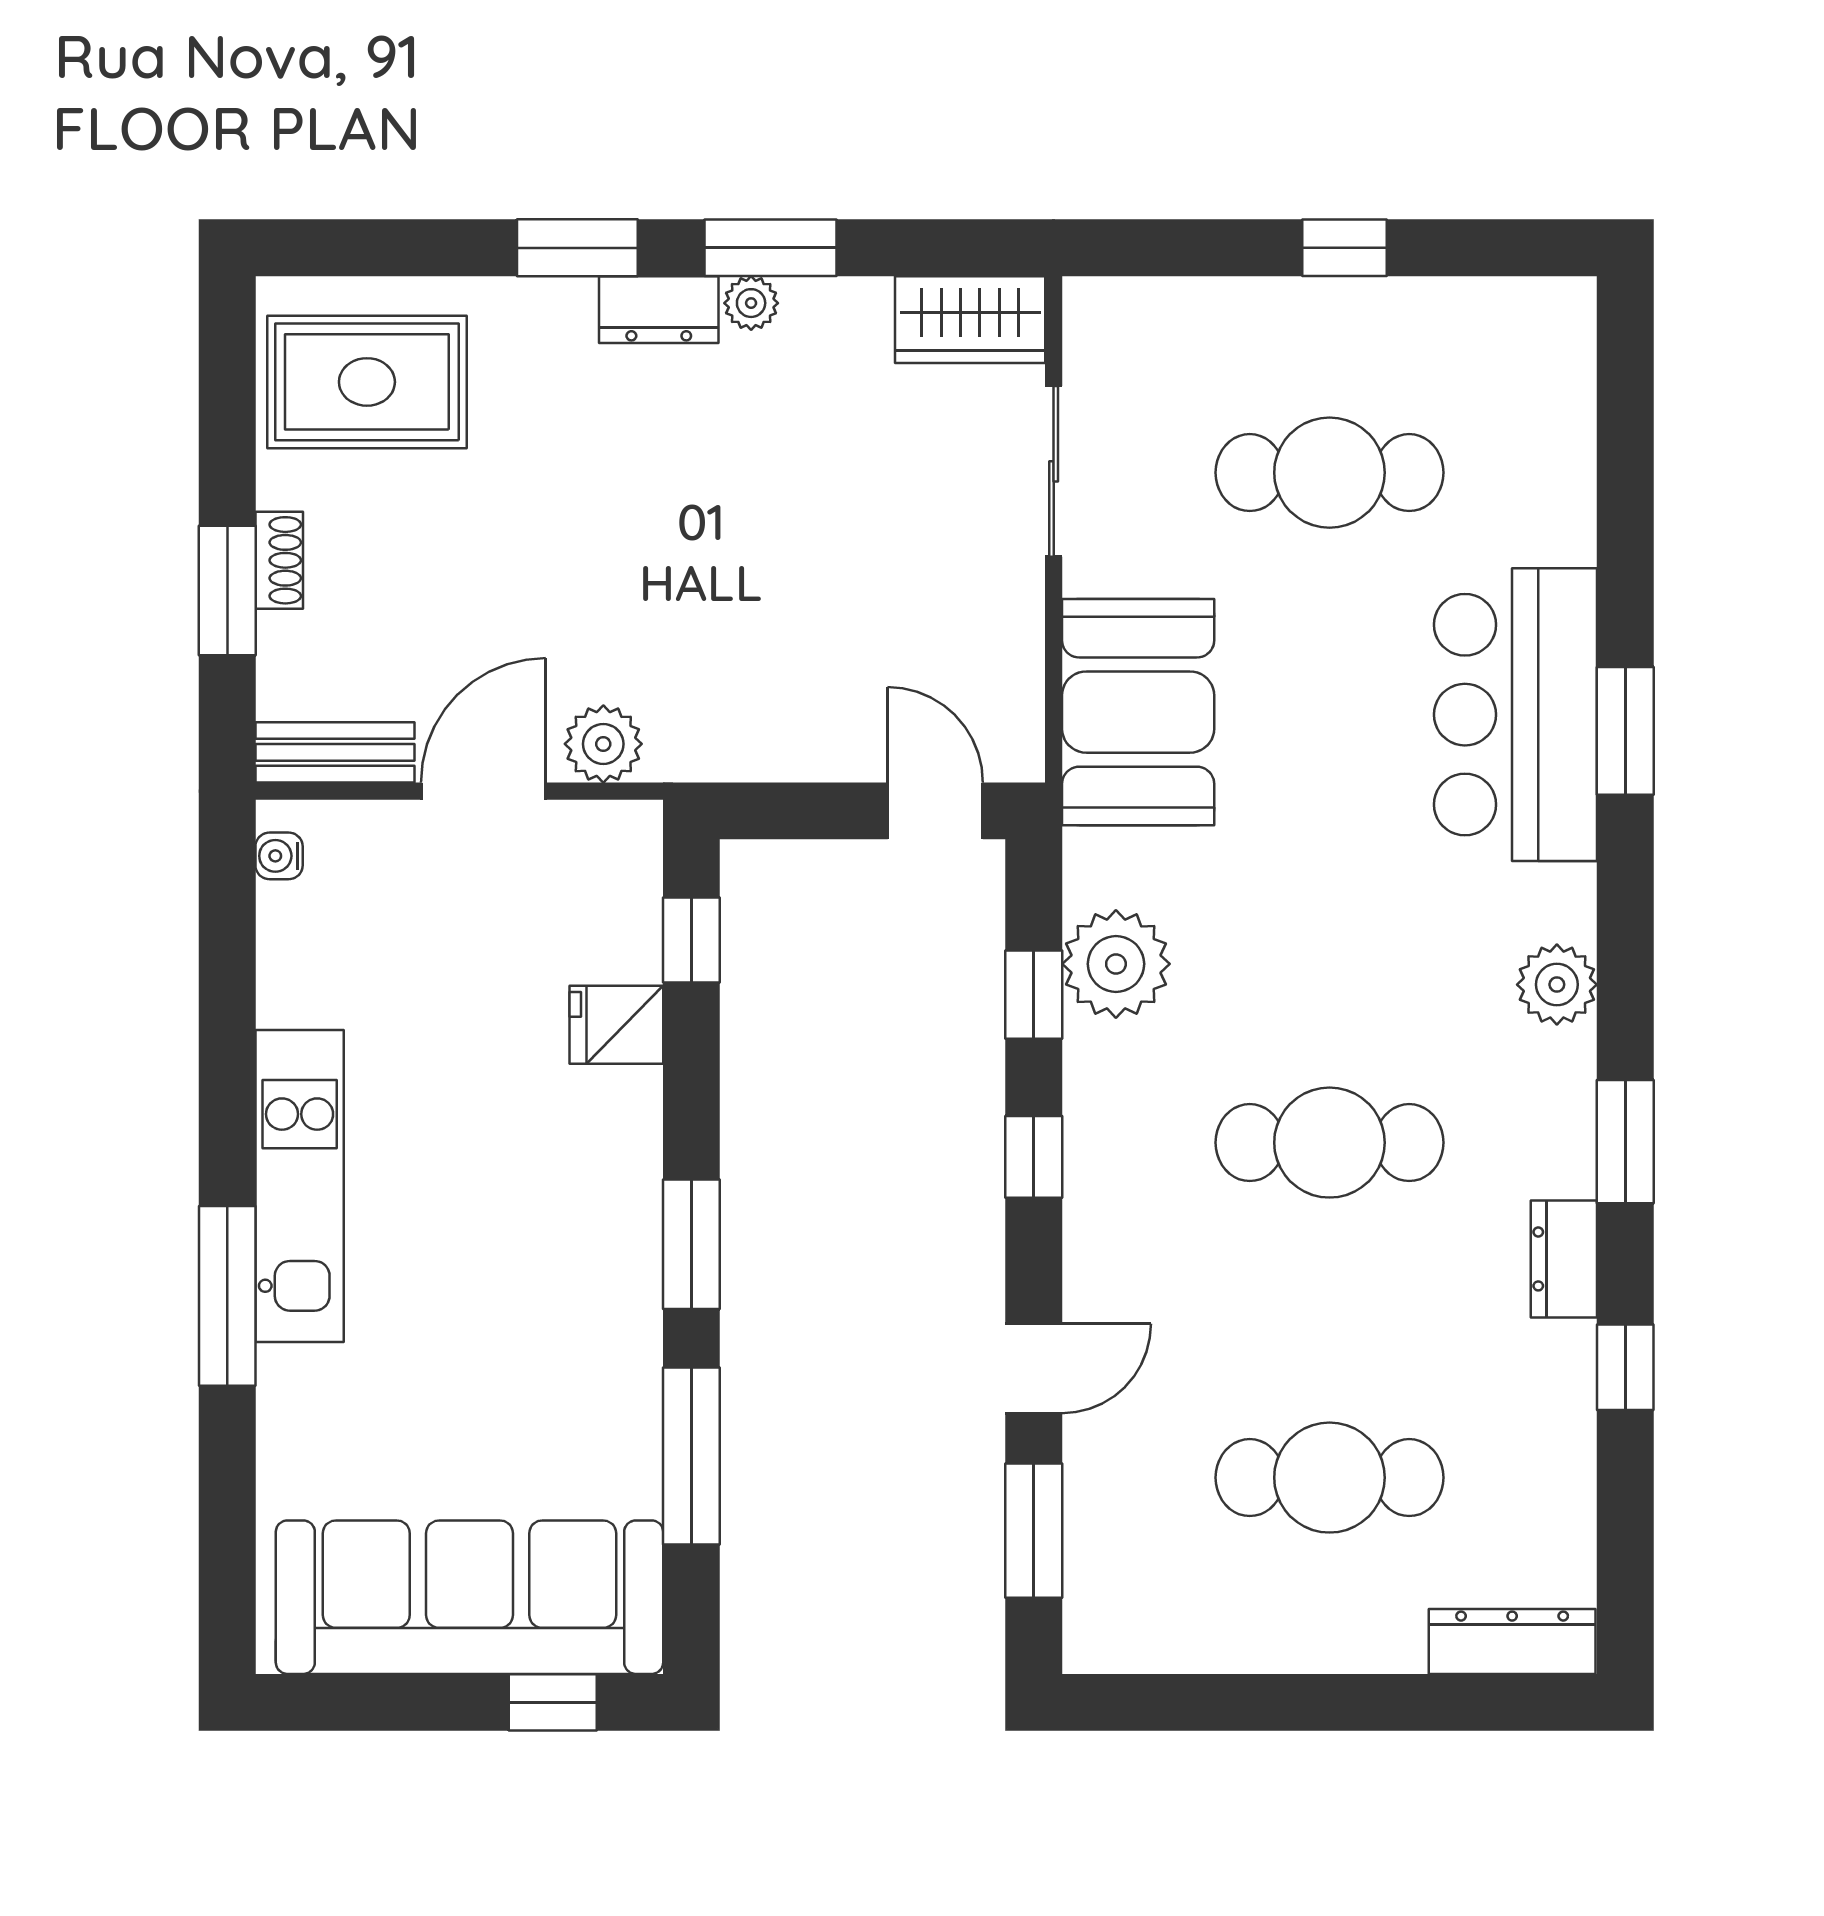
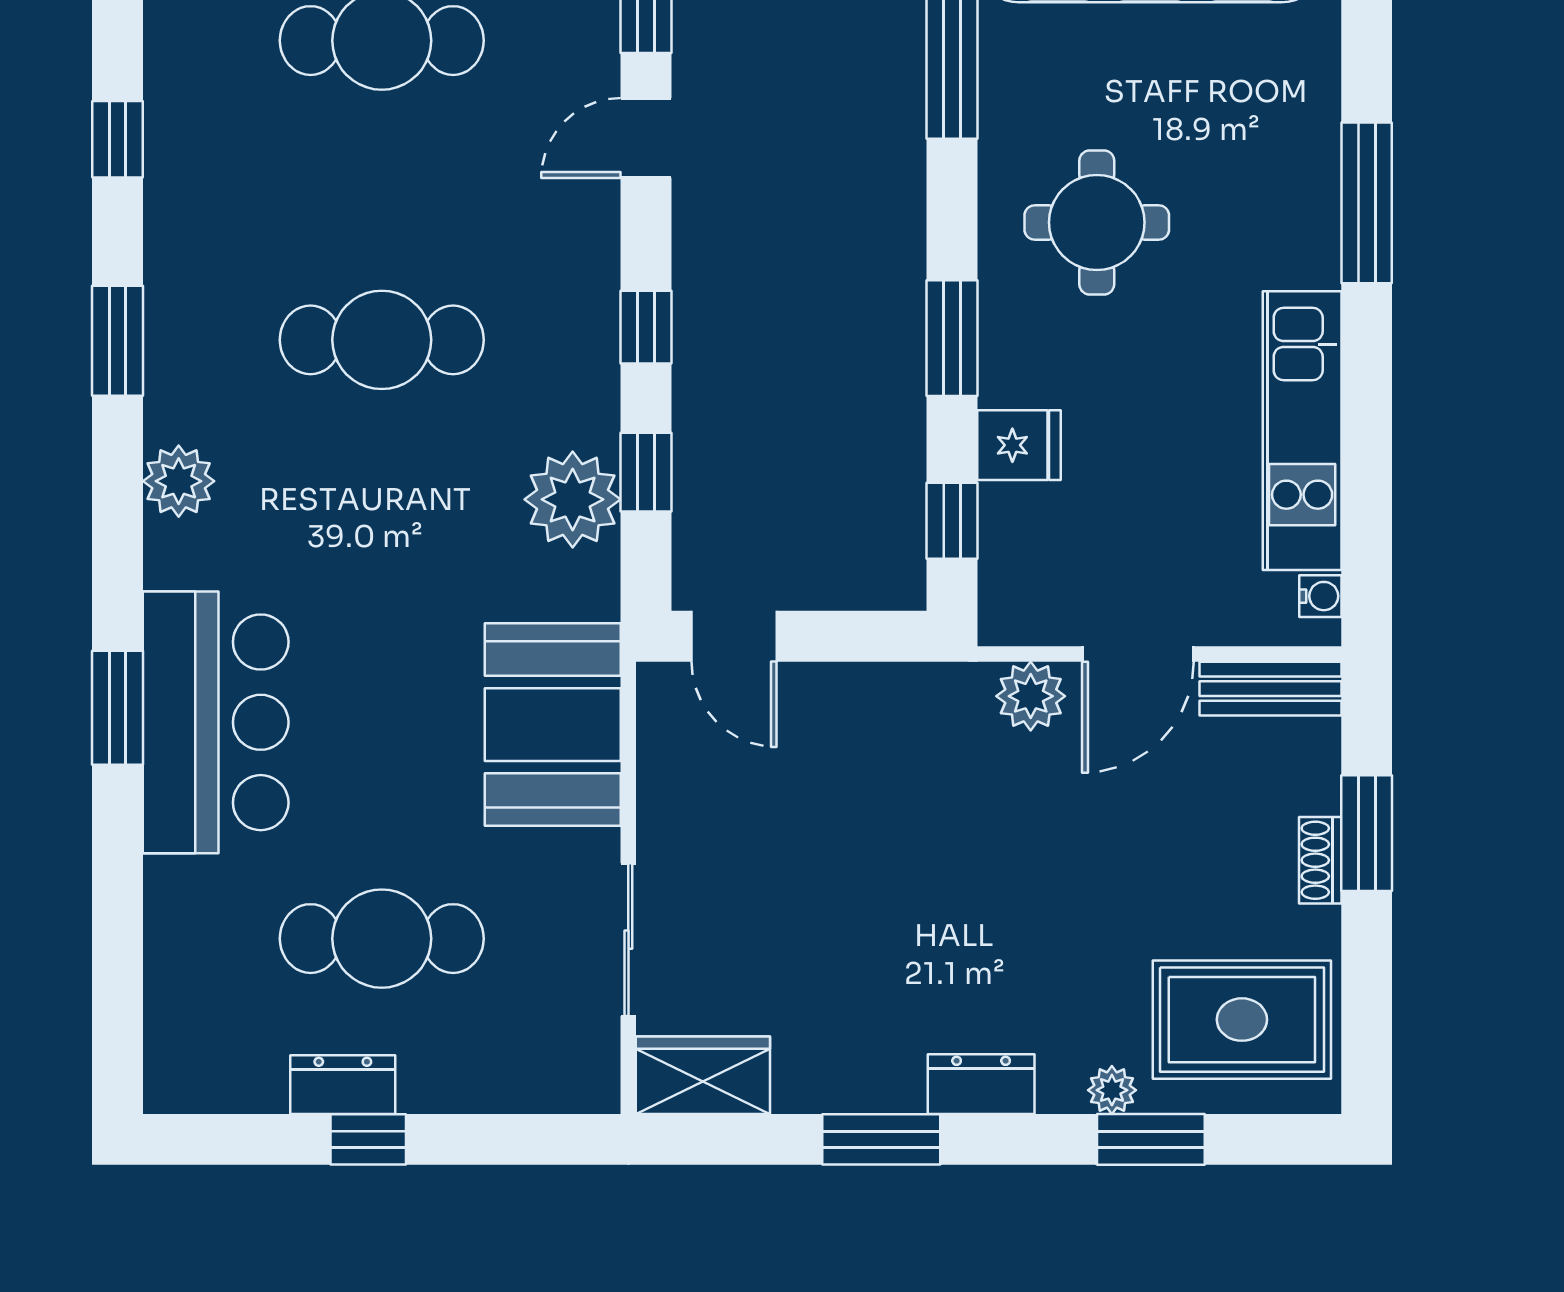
window: (577, 248) -> (1151, 1139), moved
plant: (751, 303) -> (1112, 1090), moved
kitchen unit: (300, 1186) -> (1302, 431), moved
window: (691, 1244) -> (952, 338), moved
dresser: (1564, 1259) -> (343, 1085), moved, turned -90
round table: (529, 1274) -> (1097, 222), added

